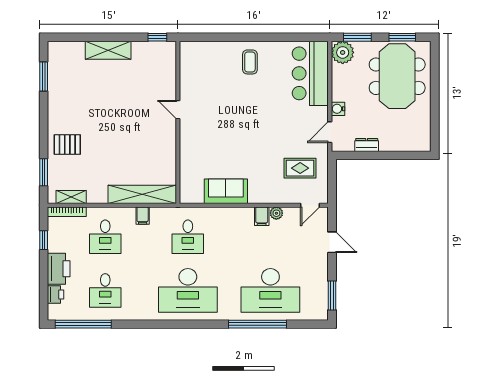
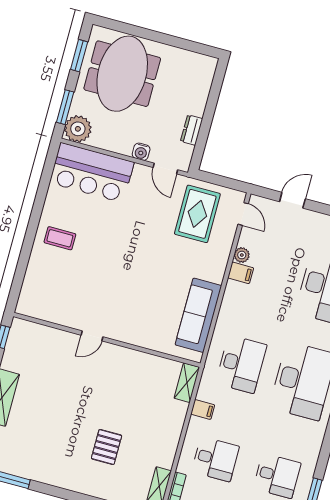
meeting table: (397, 76) -> (122, 74), turned 90
pallet: (67, 145) -> (107, 447), moved
rug: (300, 168) -> (197, 214), width x1.36, depth x1.43
sofa: (226, 191) -> (198, 315), width x1.36
shelving: (142, 194) -> (187, 383), width x0.45, depth x0.75
desk: (188, 237) -> (241, 364), width x1.37

